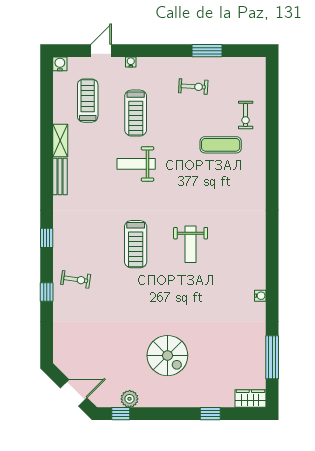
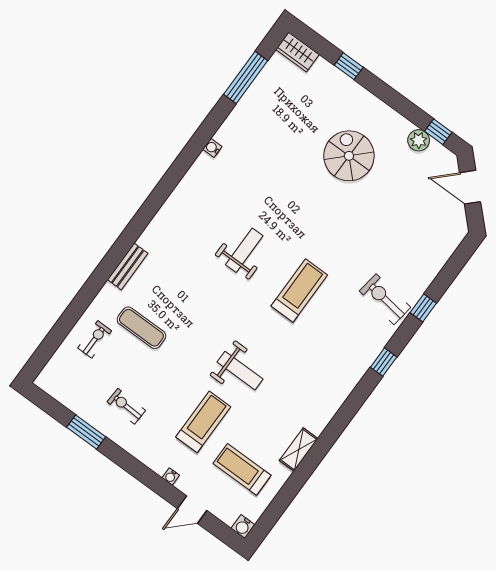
treadmill: (88, 101) -> (242, 469), turned 90
bench: (60, 176) -> (128, 266), moved
exercise bike: (76, 279) -> (385, 299), width x1.38, depth x1.39

